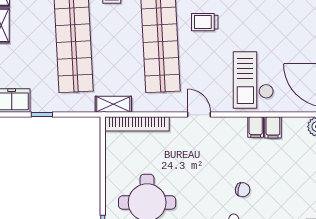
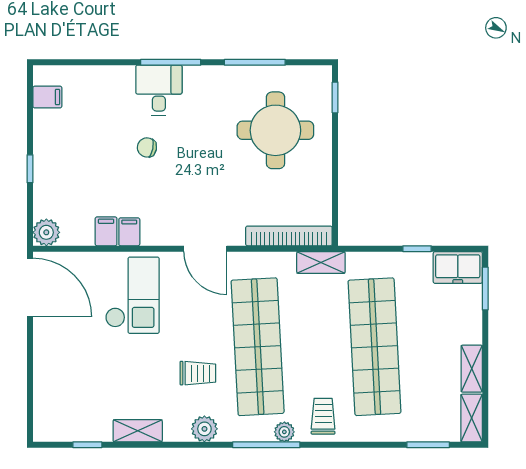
door: (199, 115) -> (205, 249), width x1.38

